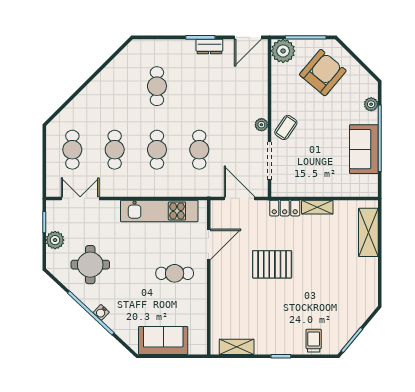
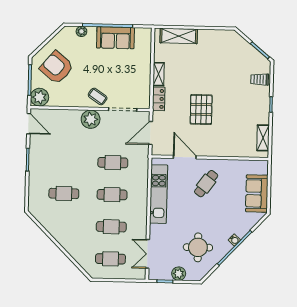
dresser: (209, 46) -> (35, 153), removed
plant: (261, 125) -> (91, 119), width x1.88, depth x1.88
cafe table: (175, 273) -> (206, 184), turned 36

